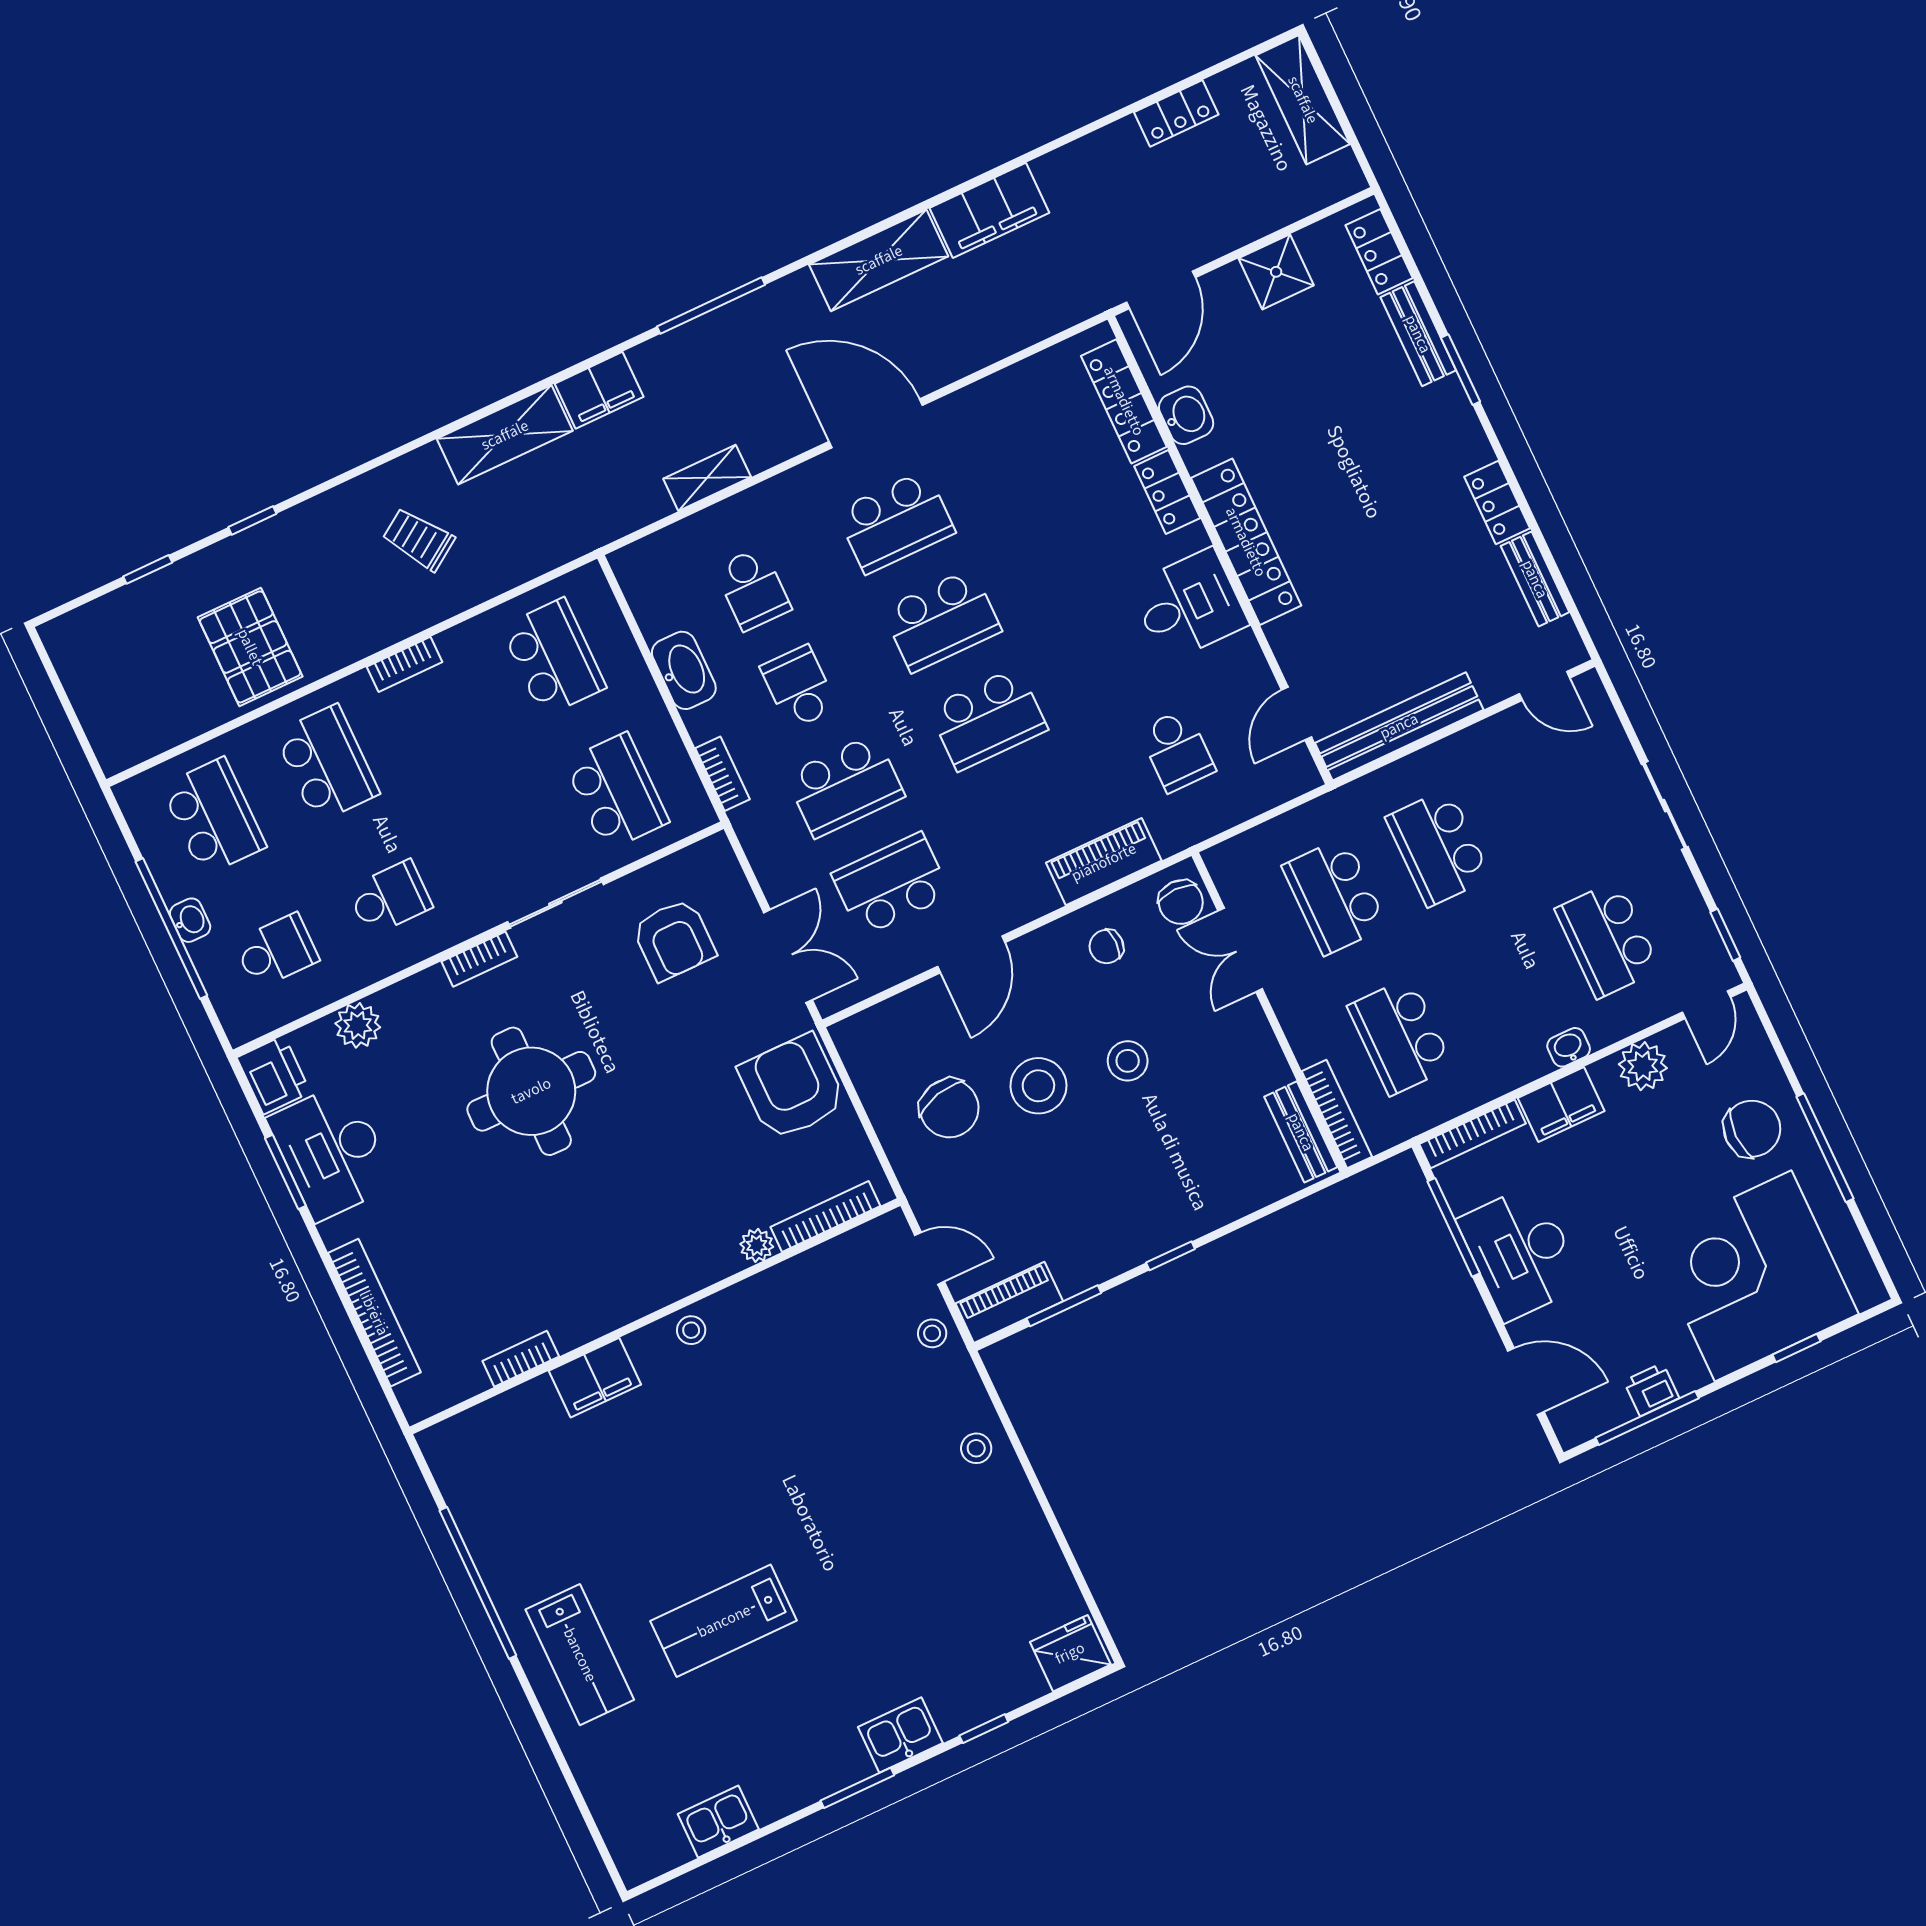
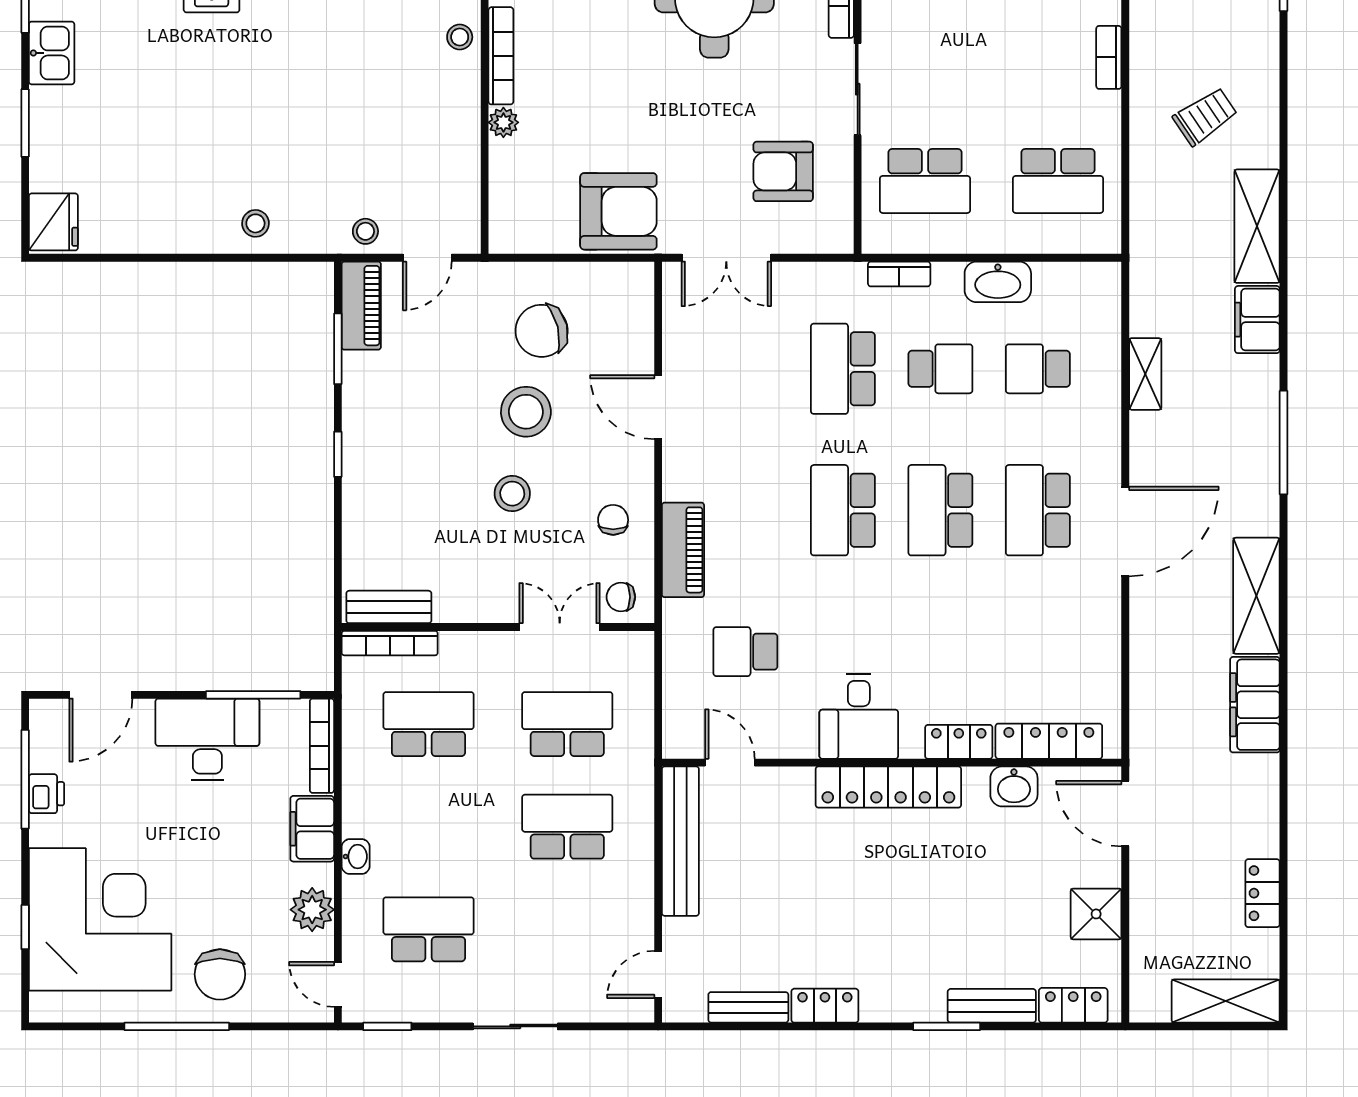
school desk: (891, 884) -> (745, 369), removed
chair: (1181, 902) -> (621, 597), width x0.73, depth x0.73
bookcase: (825, 1216) -> (501, 56), moved
window: (984, 1729) -> (25, 123), width x1.50

